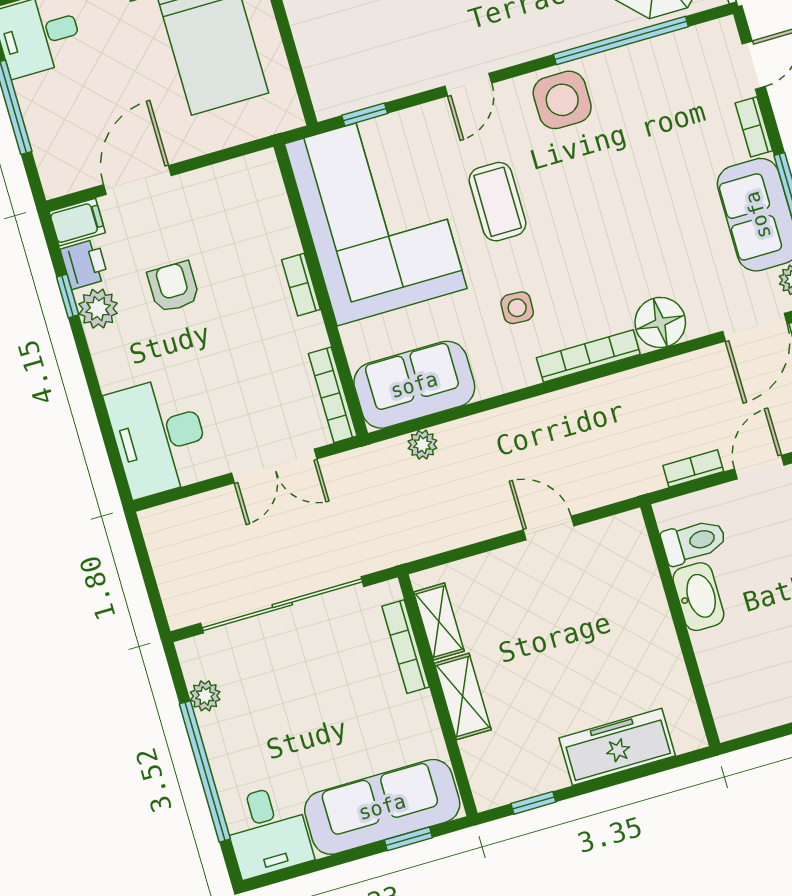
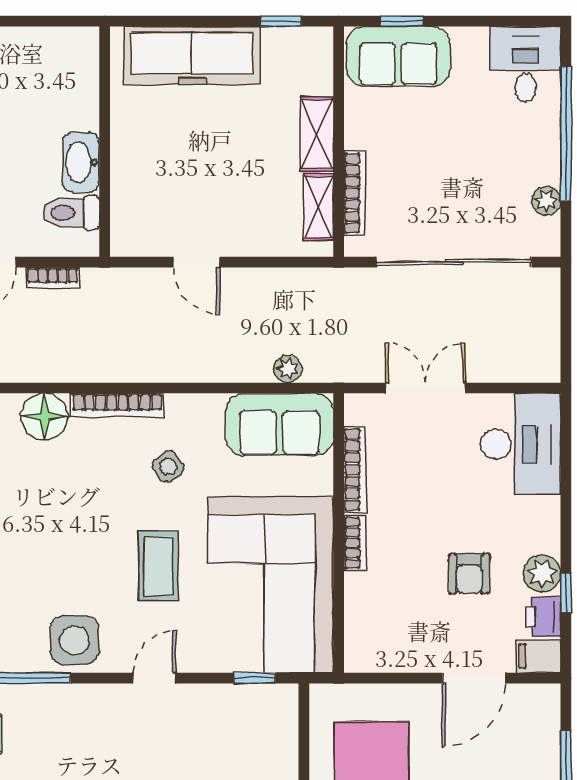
side table: (517, 308) -> (168, 467), turned -38
bookcase: (333, 395) -> (355, 470), moved
freezer: (617, 747) -> (192, 55), width x1.36, depth x1.26
sofa: (382, 807) -> (398, 56), width x0.73

